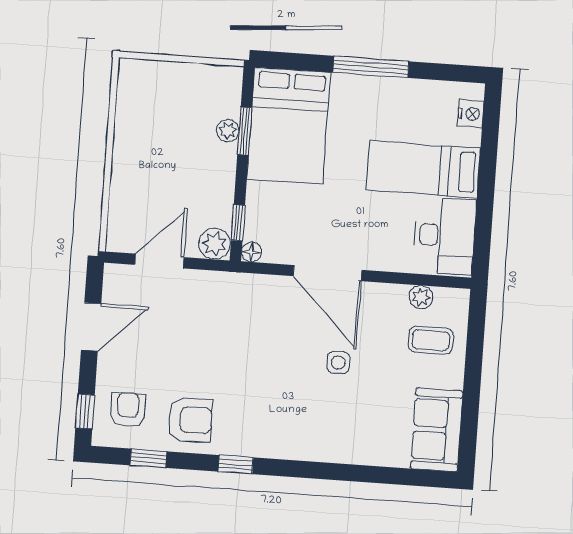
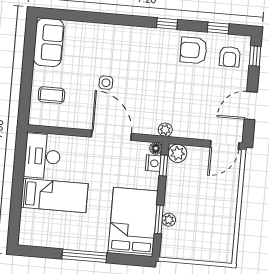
nightstand: (471, 114) -> (153, 163), moved, turned 180
door: (159, 261) -> (225, 145), moved
plant: (421, 297) -> (165, 130), moved

